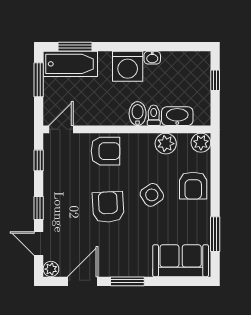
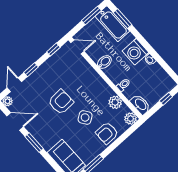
bidet: (138, 114) -> (104, 62), moved
washbasin: (177, 116) -> (140, 104), moved
armchair: (105, 151) -> (86, 77), removed

